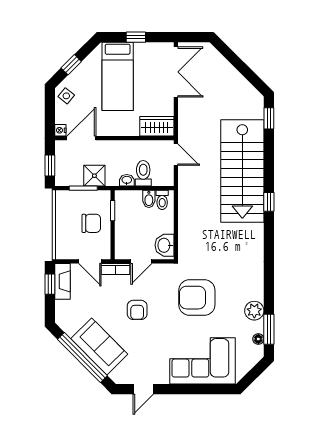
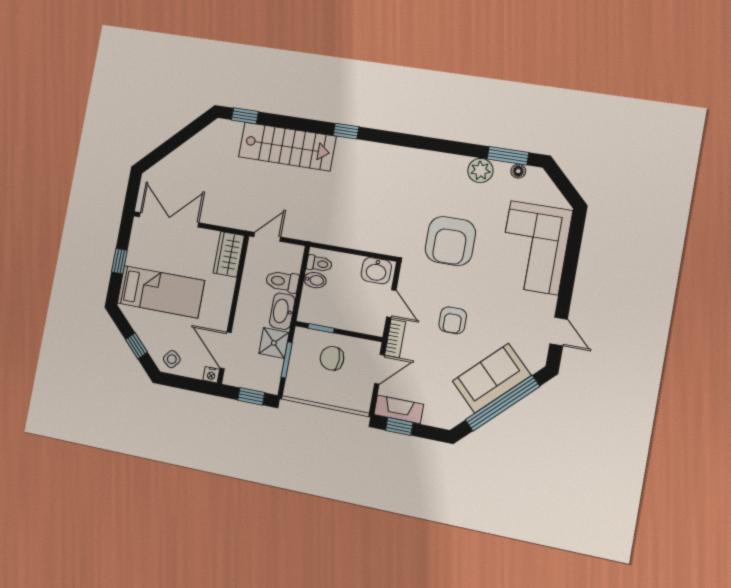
stairs: (242, 171) -> (287, 147), width x0.73, depth x0.66
washbasin: (127, 180) -> (282, 311), width x1.91, depth x1.45
chair: (91, 223) -> (332, 358), turned -90
armchair: (137, 310) -> (453, 320), turned 90

